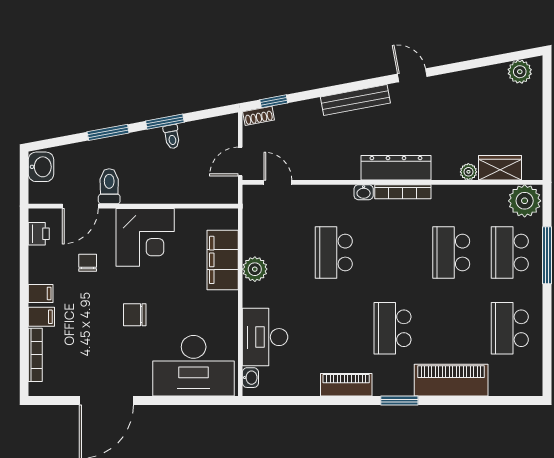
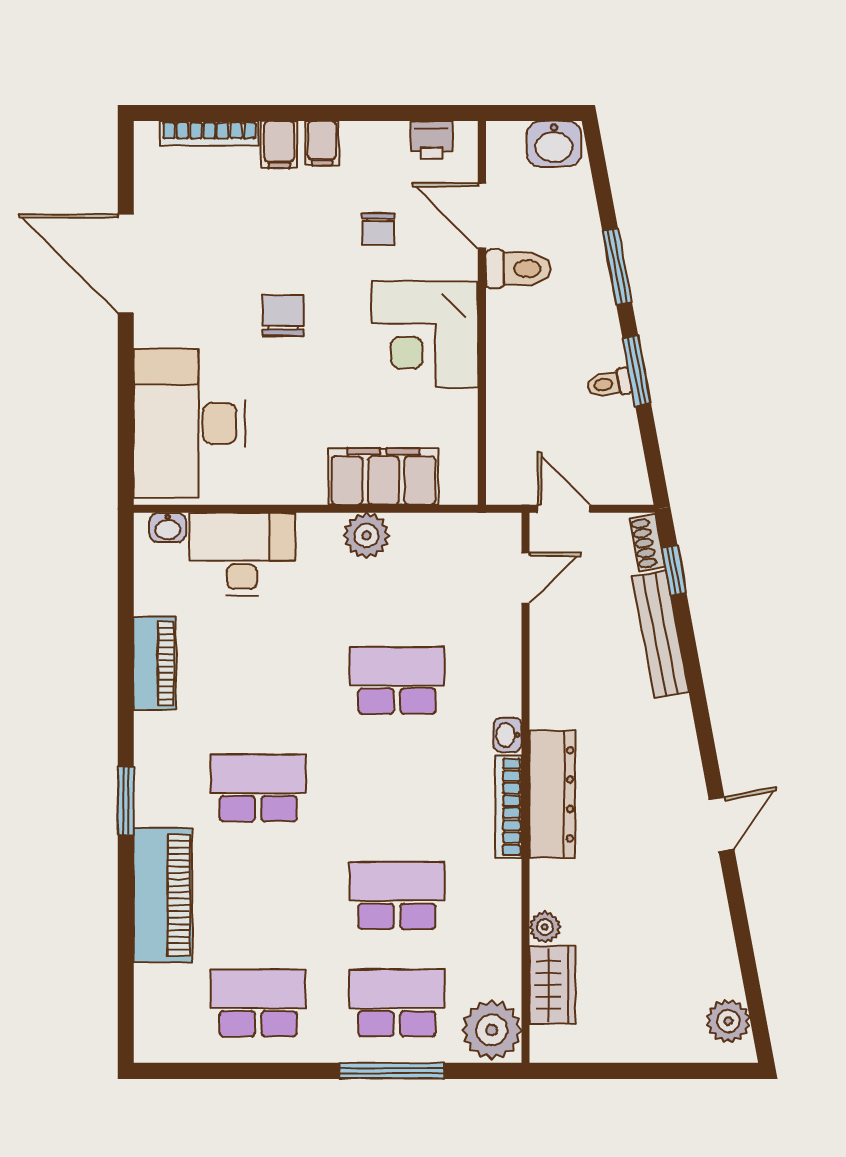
bench: (355, 100) -> (660, 634), moved
chair: (88, 263) -> (378, 229), turned 90
piano: (346, 385) -> (155, 663), moved

